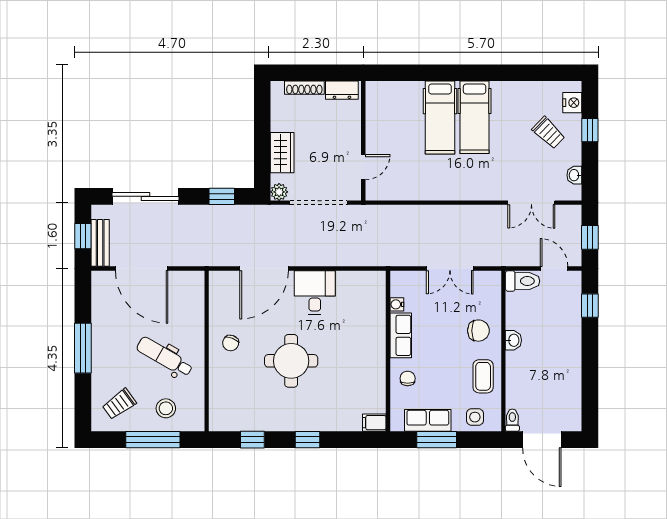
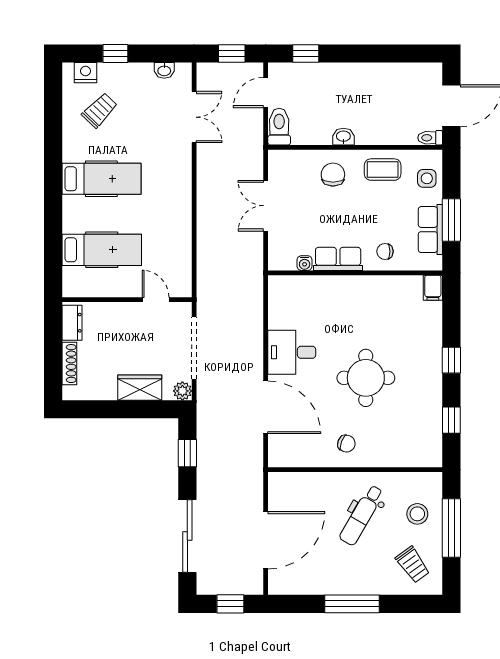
hospital bed: (440, 118) -> (102, 250), moved
trolley: (548, 133) -> (100, 110), moved
bench: (100, 243) -> (238, 585), removed
double door: (450, 269) -> (266, 206), swing flipped

